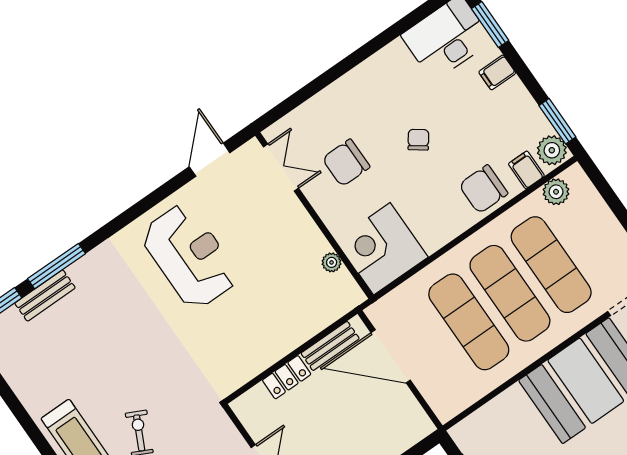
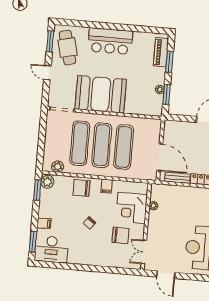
door: (210, 160) -> (166, 275), hinge flipped
filing cabinet: (526, 170) -> (107, 186), moved
chair: (483, 189) -> (81, 188), turned 180
corner desk: (382, 249) -> (132, 208), moved, turned 90

